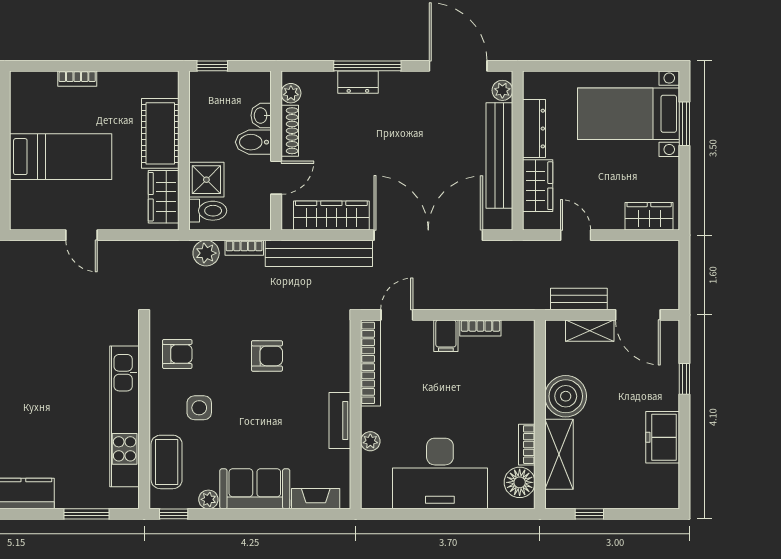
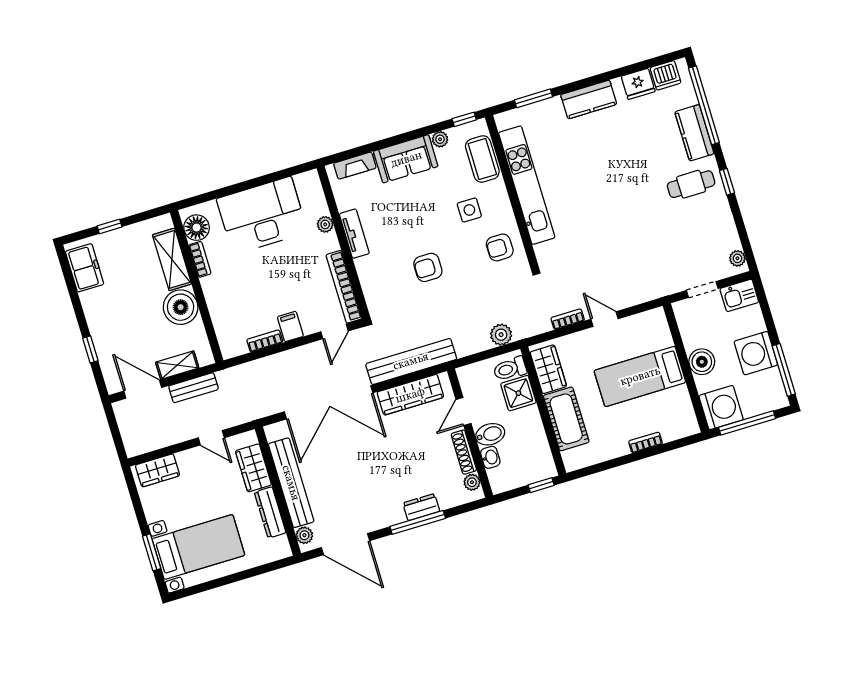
bookcase: (244, 248) -> (568, 319), moved
freezer: (663, 437) -> (85, 268), moved
window: (589, 514) -> (110, 226), moved

